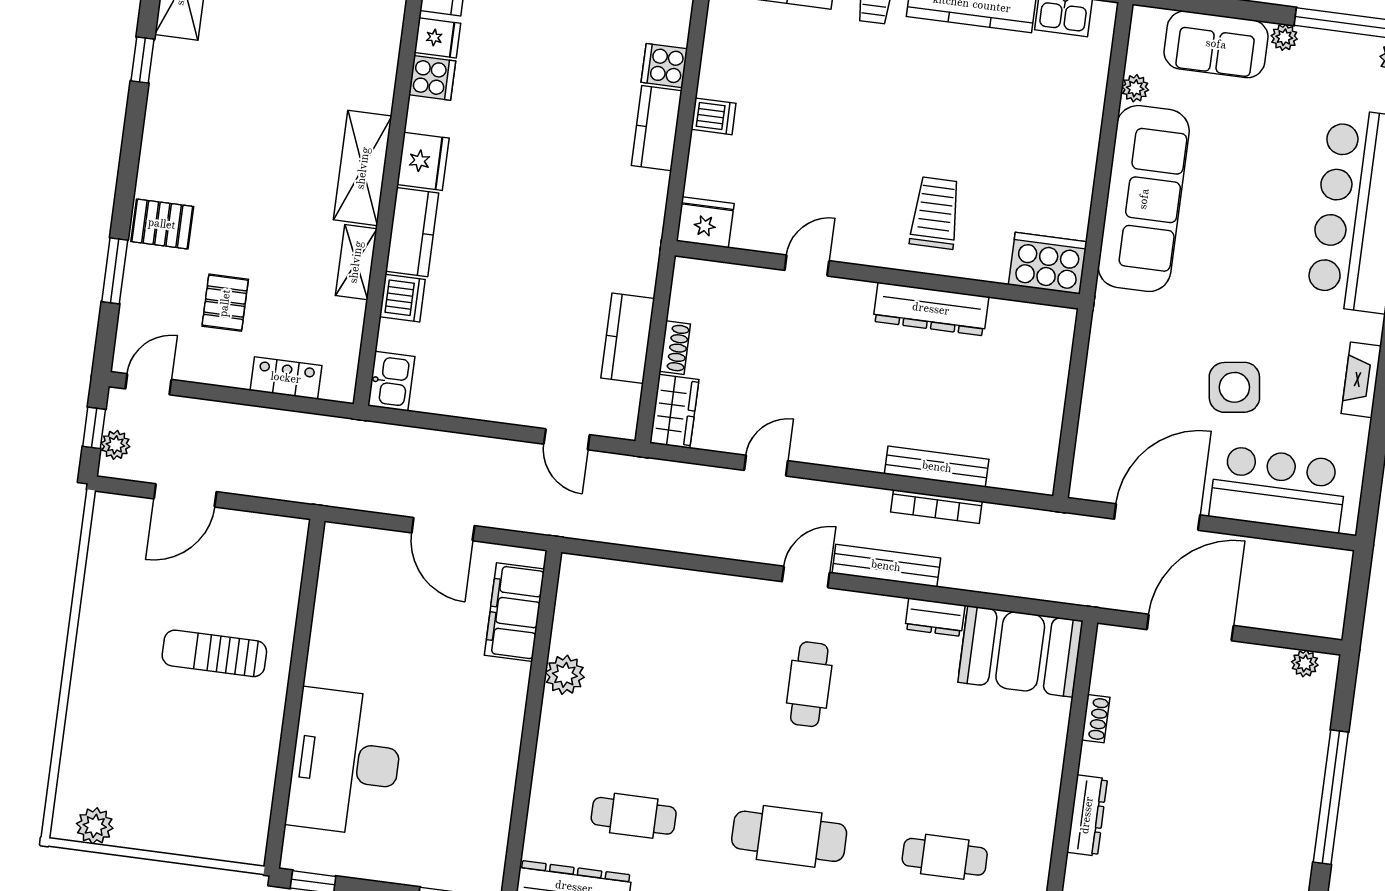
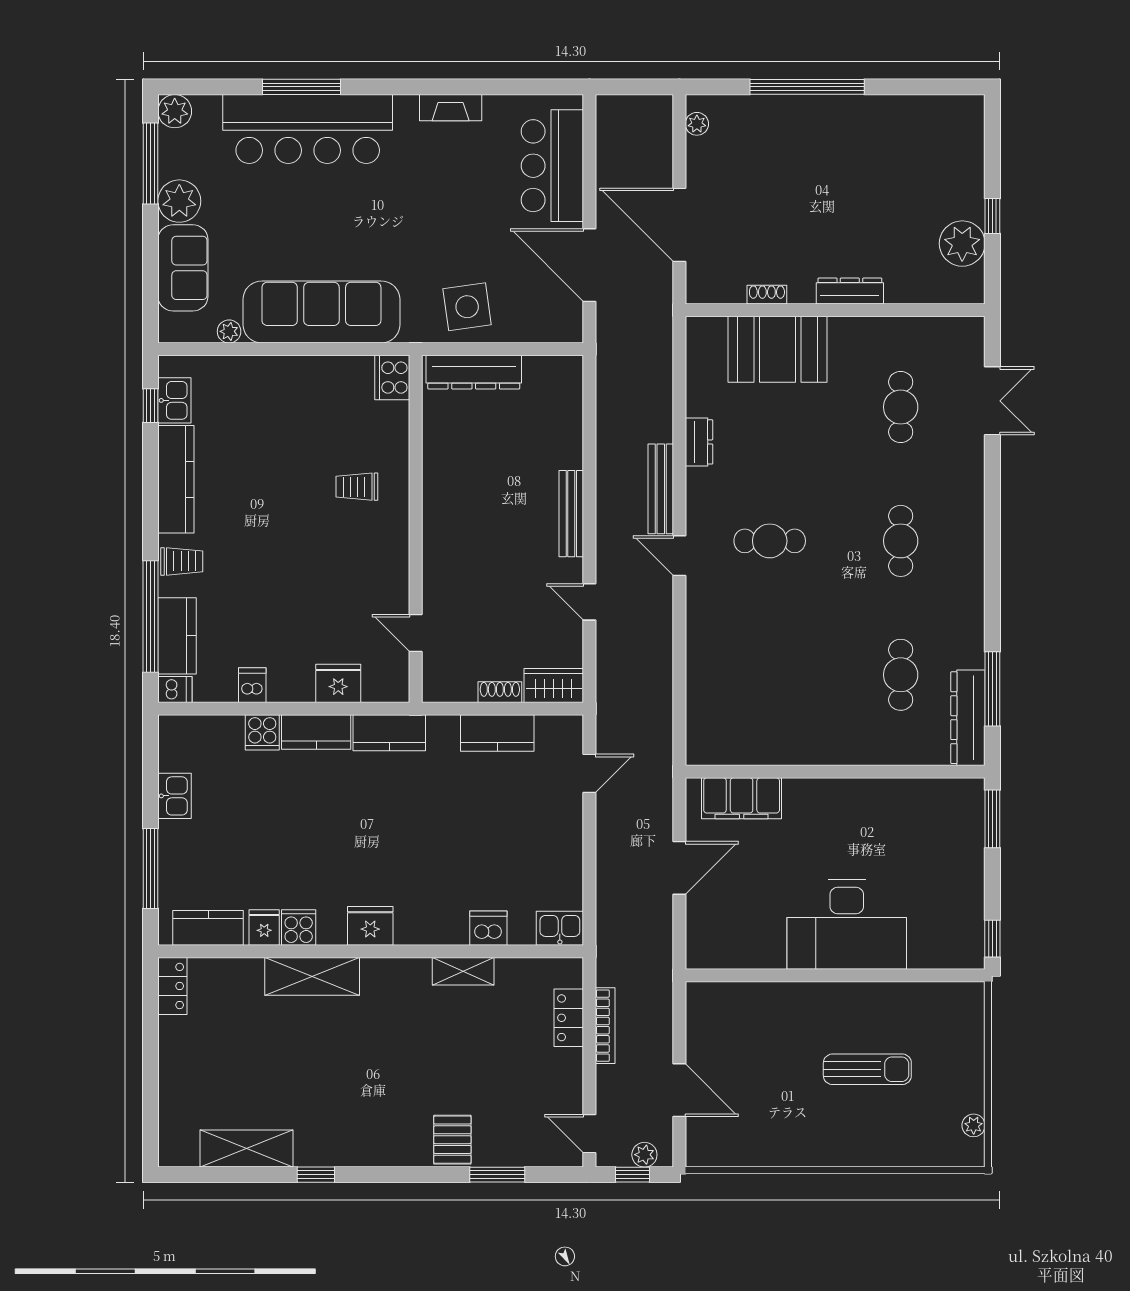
plant: (1284, 37) -> (179, 201), width x1.88, depth x1.88
dishwasher: (713, 116) -> (252, 685), moved
shelving: (363, 168) -> (312, 976), moved
trolley: (935, 213) -> (357, 487), width x0.73, depth x0.72
fridge: (705, 222) -> (338, 683), moved, turned 90
kitchen counter: (412, 232) -> (389, 733), moved, turned 180
cooker: (1048, 263) -> (392, 378), width x0.73, depth x0.76
door: (807, 266) -> (416, 633), moved
pallet: (225, 303) -> (512, 1078), removed
dresser: (931, 309) -> (474, 372), moved, turned 90
side table: (1234, 387) -> (467, 307), moved
bench: (937, 467) -> (571, 514), moved
bookcase: (936, 507) -> (605, 1026), moved
booth: (1020, 651) -> (777, 349), moved, turned 90
sun lounger: (214, 653) -> (867, 1069), moved, turned -90
plant: (565, 675) -> (789, 749), removed
desk: (345, 762) -> (847, 925), moved
plant: (95, 826) -> (974, 1125), width x0.73, depth x0.73
cafe table: (789, 836) -> (901, 541), width x0.73, depth x0.74

